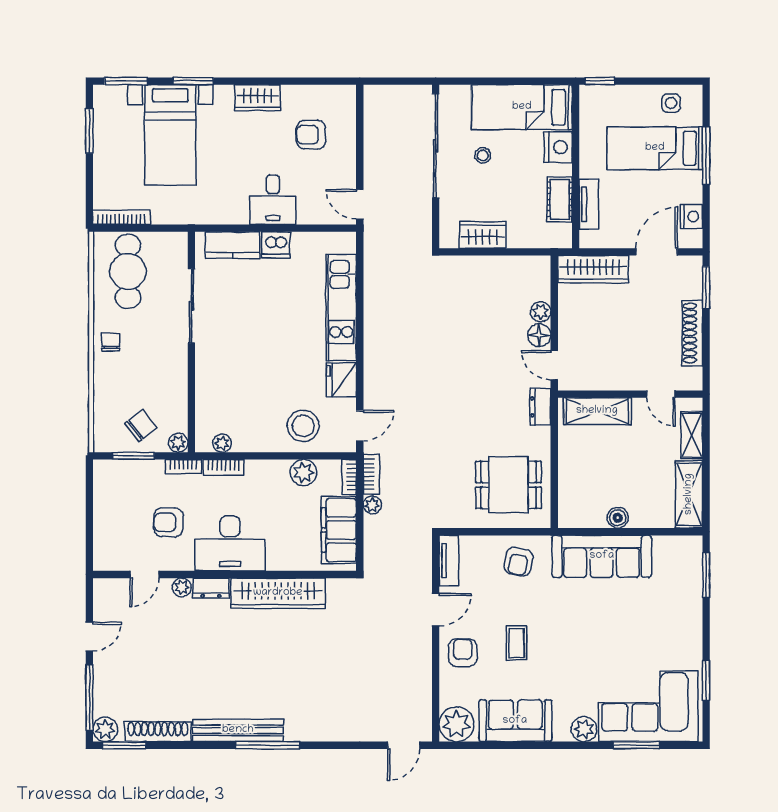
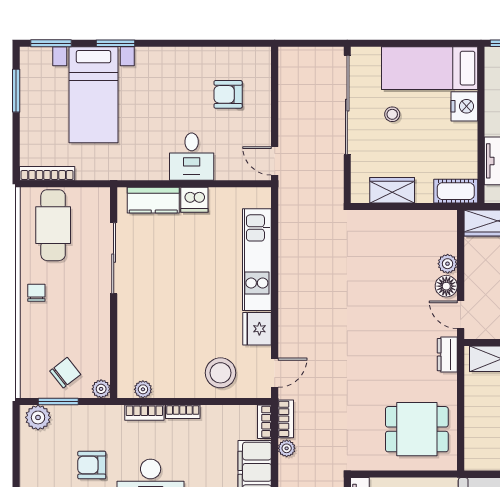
wardrobe: (258, 98) -> (177, 59), removed
cot: (560, 200) -> (456, 191), moved, turned 90
bookcase: (183, 467) -> (183, 412), moved
plant: (303, 473) -> (38, 417), moved

